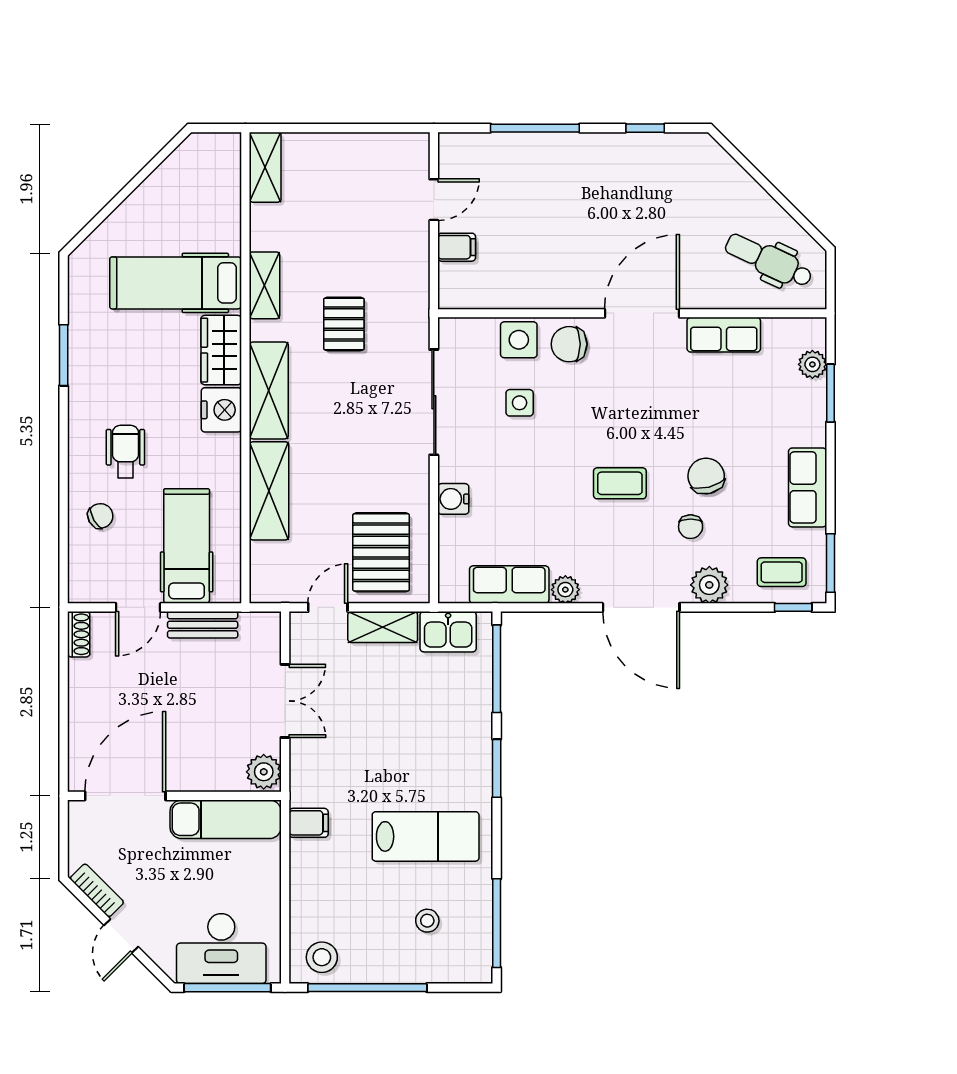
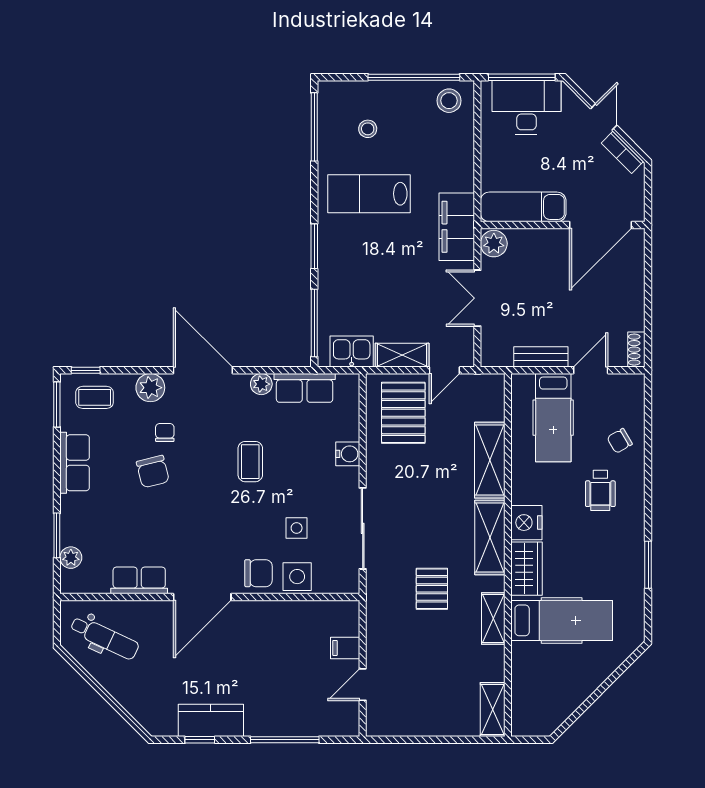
kitchen counter: (631, 153) -> (211, 720), added
coffee table: (620, 483) -> (250, 462), moved, turned 90
filing cabinet: (309, 823) -> (457, 227), width x3.00, depth x1.17

